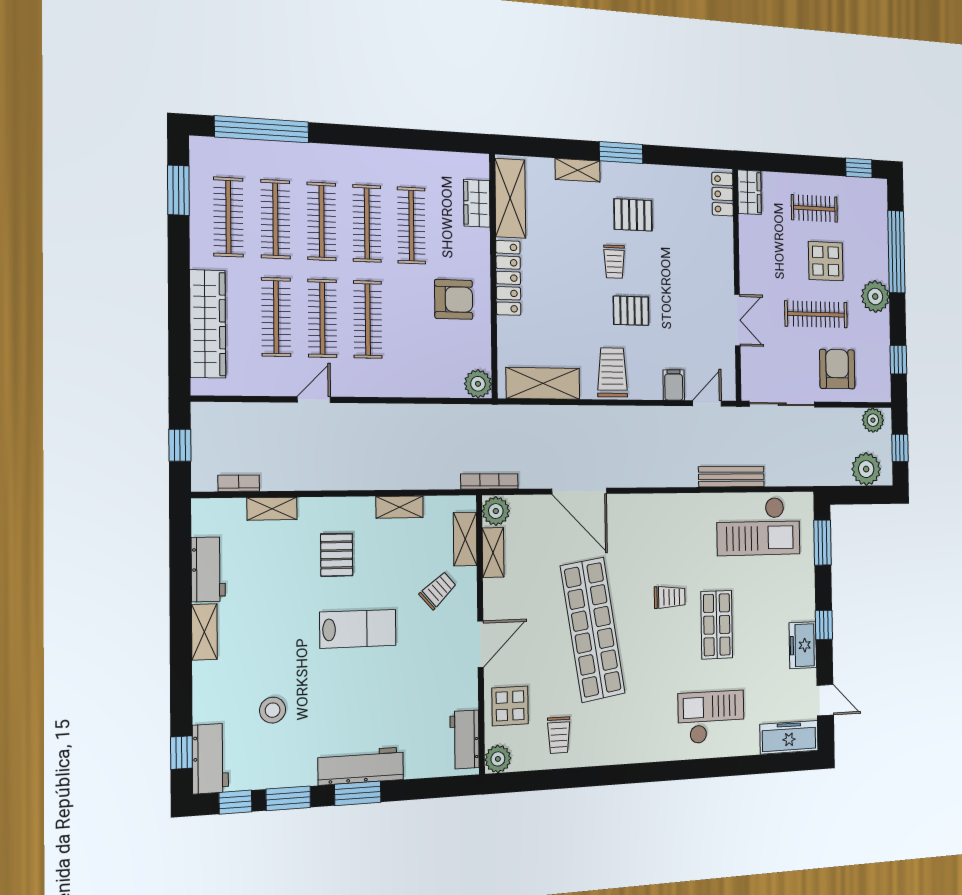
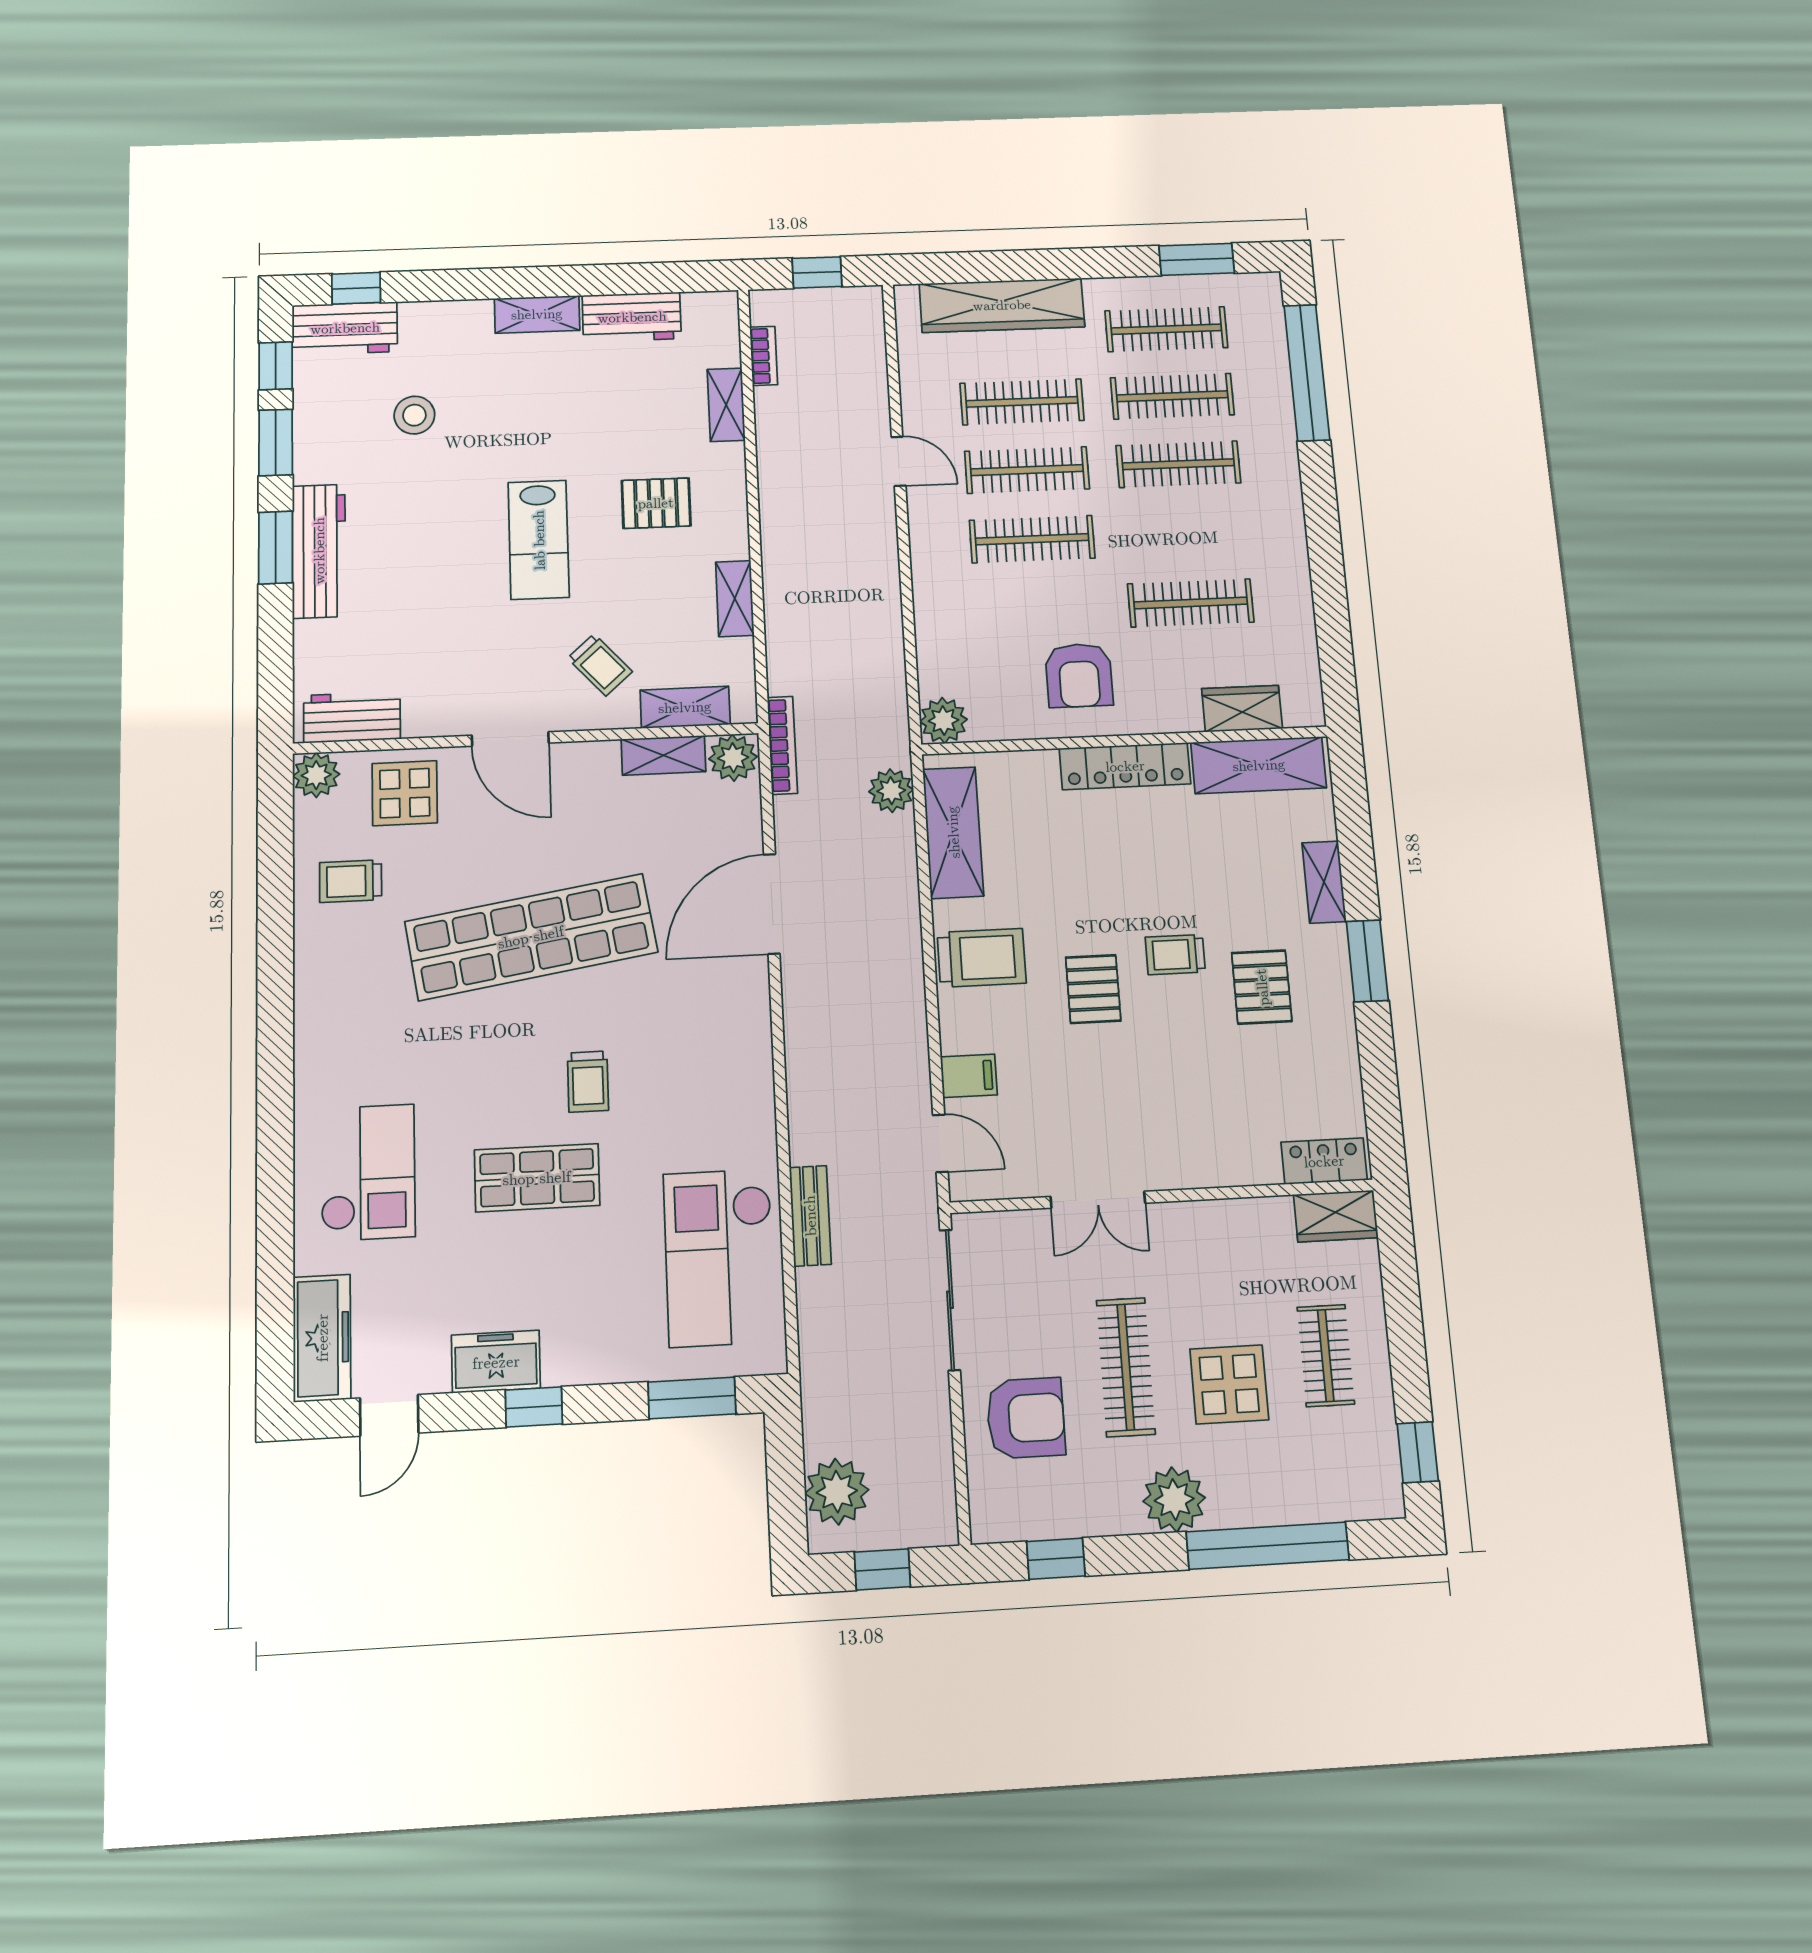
clothes rail: (367, 223) -> (1184, 533), removed
plant: (873, 420) -> (891, 791), moved
bench: (731, 477) -> (810, 1216), width x0.73

